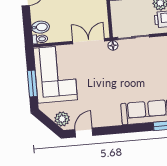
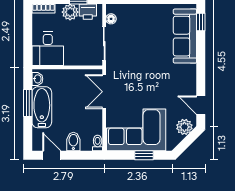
bidet: (40, 27) -> (73, 142), moved
floor lamp: (113, 45) -> (111, 19), moved
window: (32, 83) -> (144, 155), width x0.67

